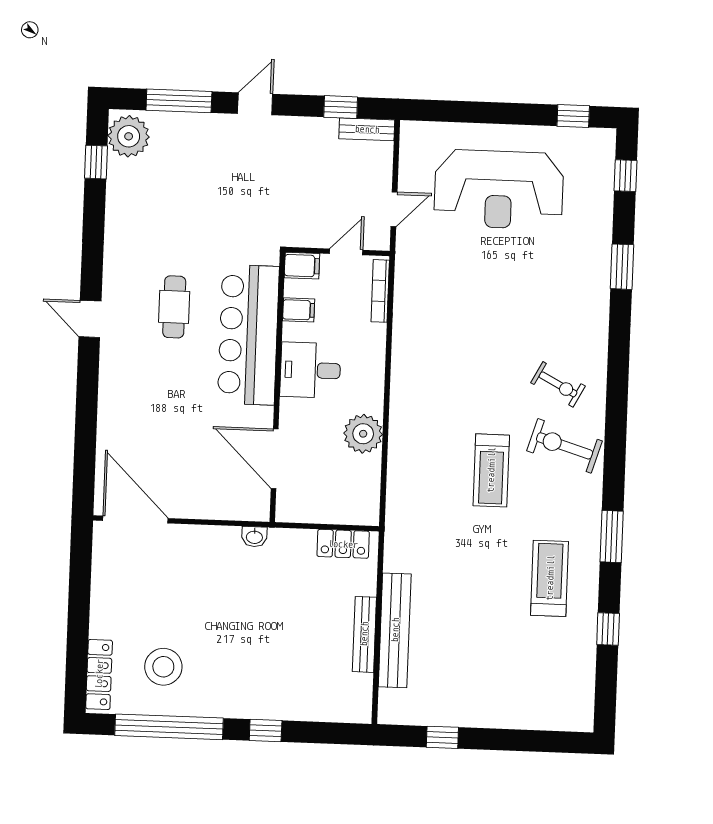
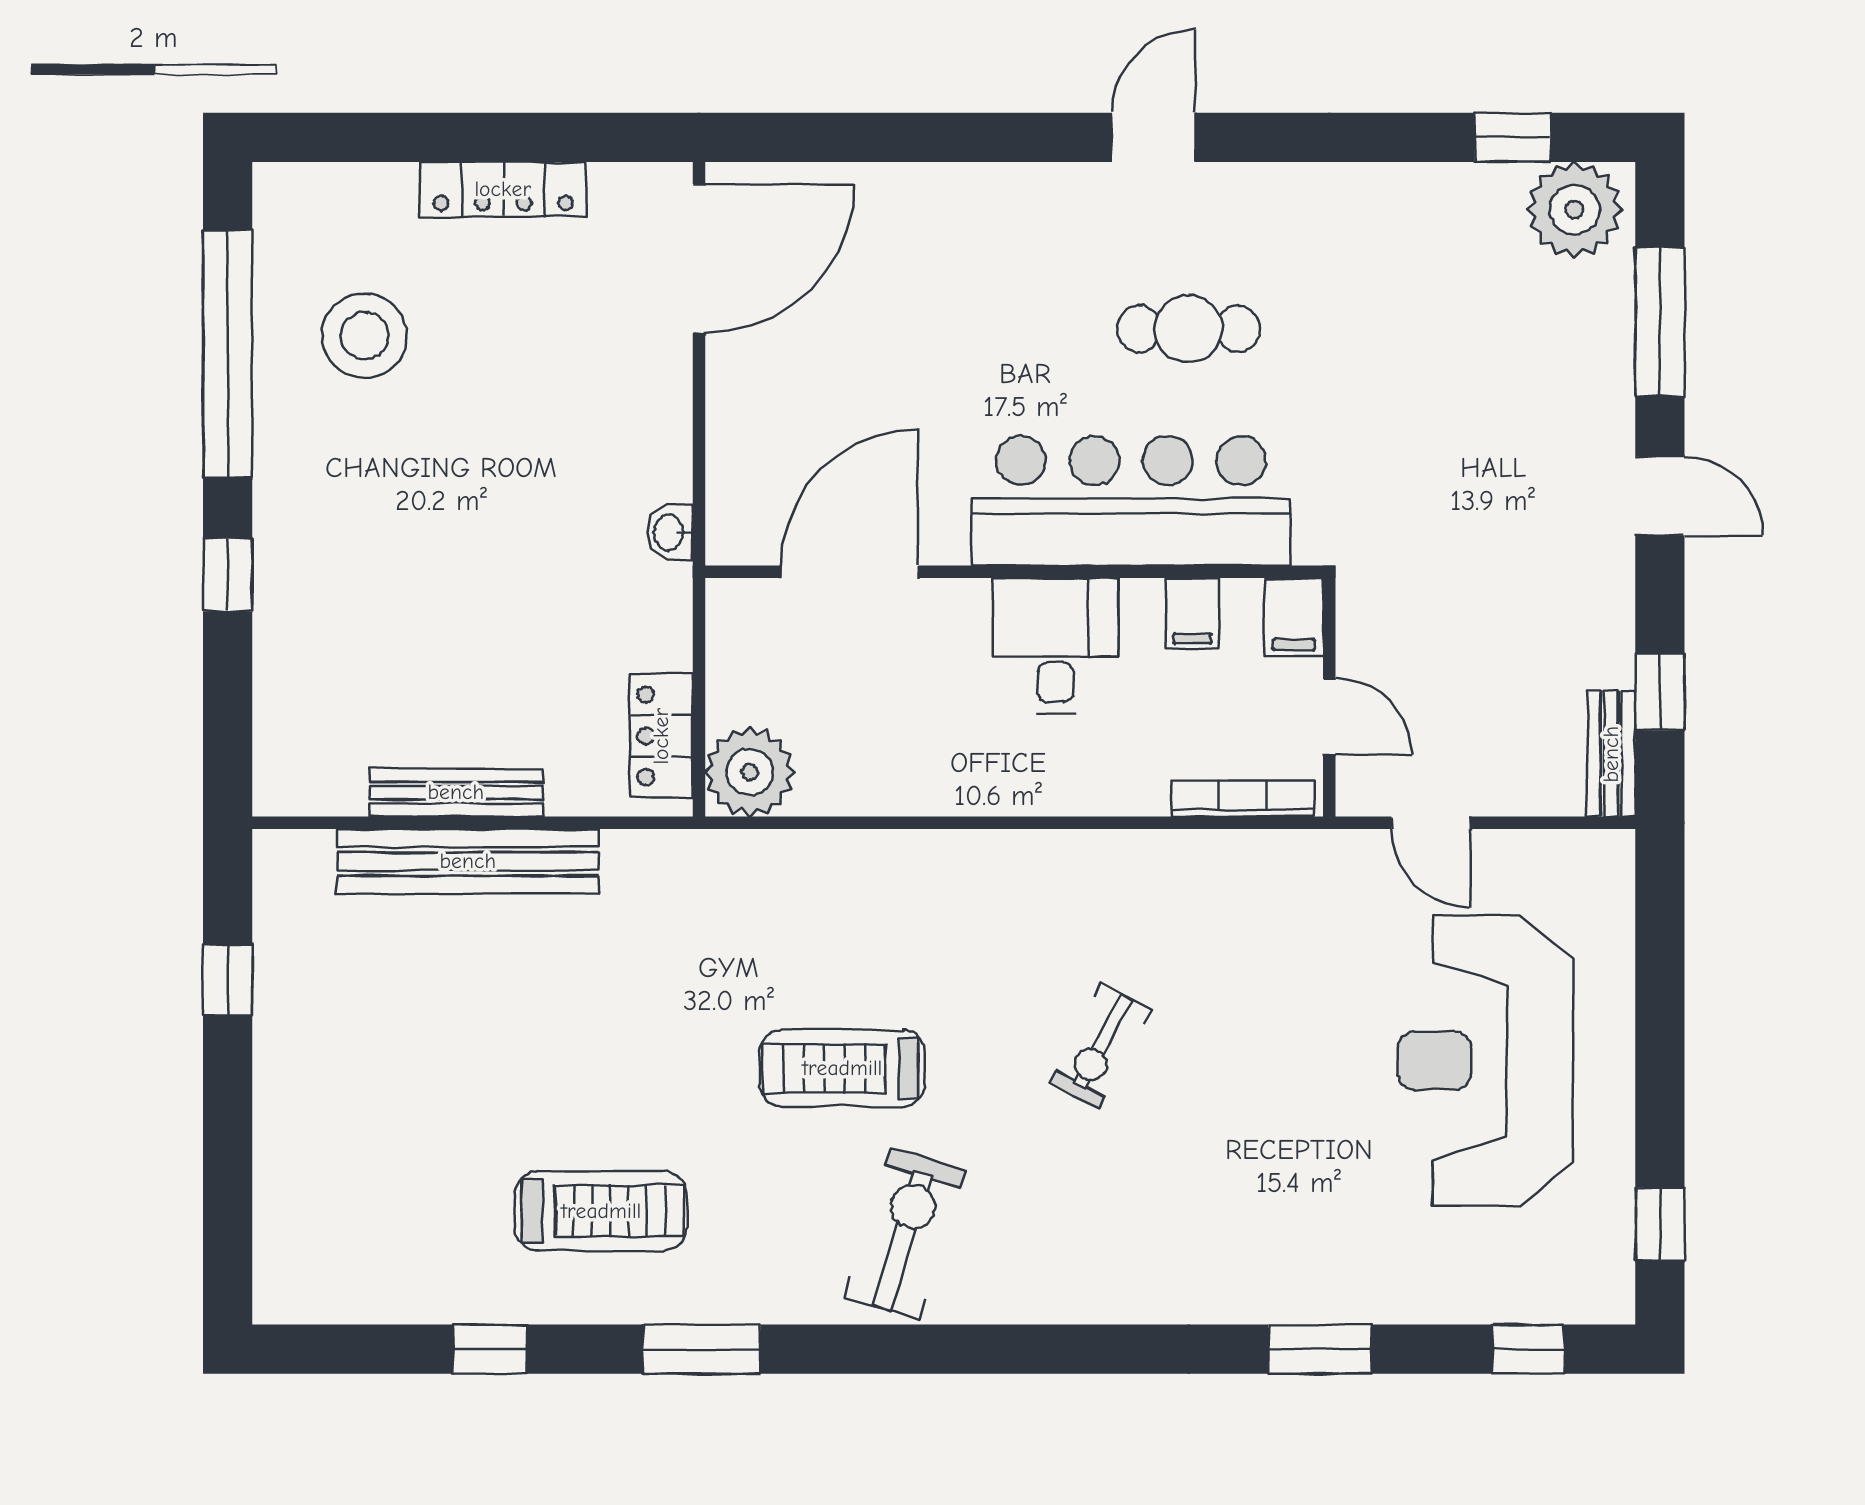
exercise bike: (558, 384) -> (1100, 1046), moved
plant: (363, 434) -> (750, 772), moved
locker: (99, 674) -> (503, 189), moved

